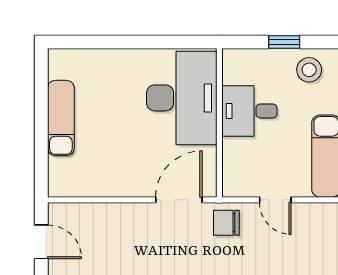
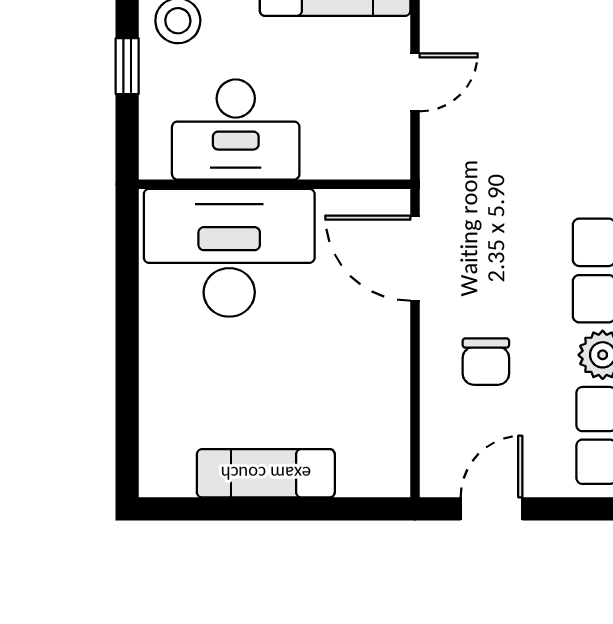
desk: (249, 111) -> (236, 130), width x1.37
chair: (226, 223) -> (486, 362), moved

